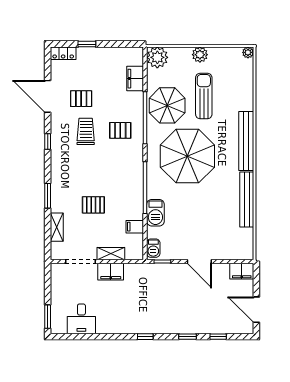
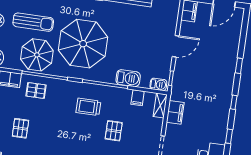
sun lounger: (204, 96) -> (33, 22), turned 180
pallet: (120, 130) -> (36, 90), moved, turned 90
trolley: (86, 131) -> (88, 107), moved
shelving: (111, 254) -> (160, 106), moved
filing cabinet: (111, 272) -> (175, 112), moved
window: (218, 337) -> (229, 136), moved

